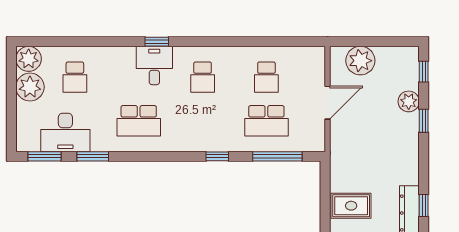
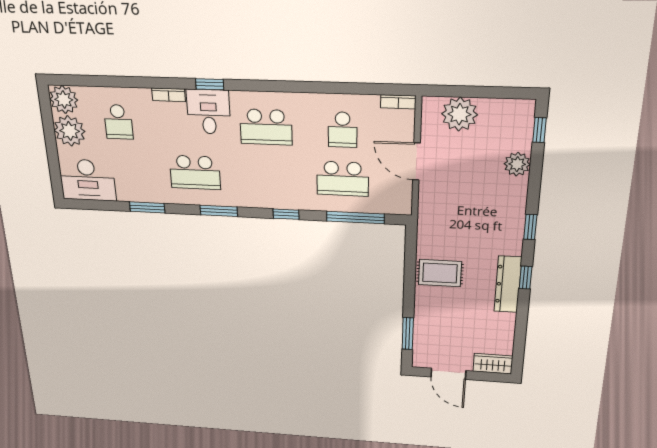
bookcase: (121, 52) -> (168, 95), added
bookcase: (311, 52) -> (398, 102), added
school desk: (203, 77) -> (266, 127), width x1.85
door: (328, 103) -> (416, 161), swing flipped
window: (424, 121) -> (530, 227), moved
desk: (65, 133) -> (87, 180), moved
window: (45, 156) -> (219, 211), moved

